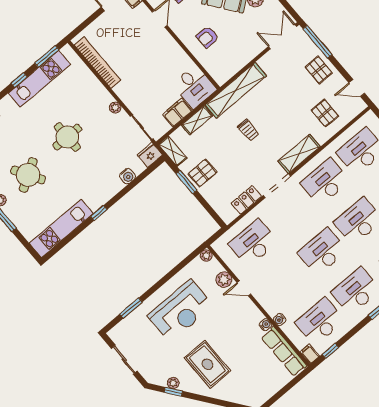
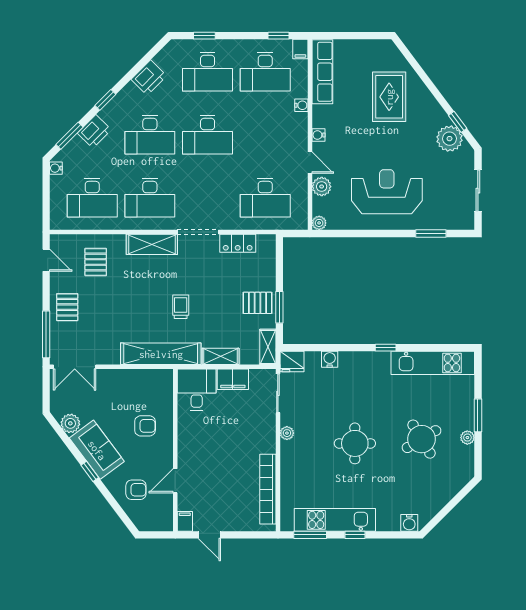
water cooler: (265, 325) -> (318, 135), moved
rug: (208, 364) -> (389, 97), moved
plant: (173, 383) -> (449, 139), width x1.88, depth x1.88

